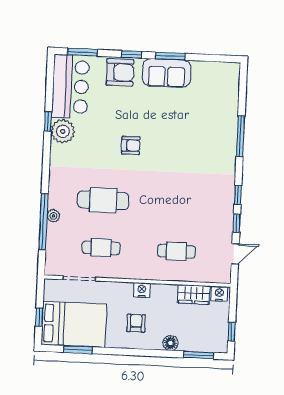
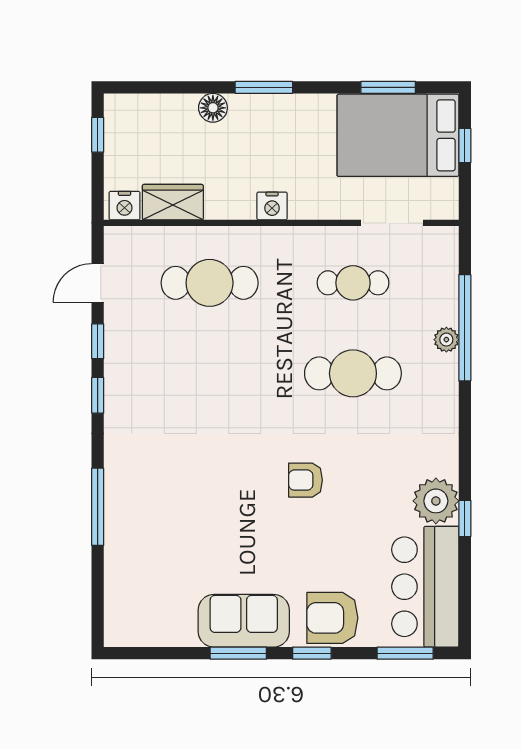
cafe table: (176, 251) -> (210, 283), width x1.37, depth x1.35
armchair: (136, 323) -> (280, 143), removed
window: (198, 355) -> (264, 87), moved

